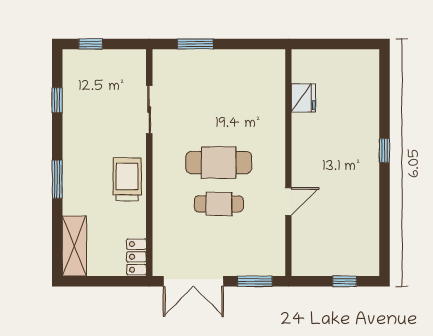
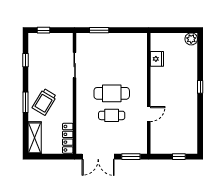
plant: (368, 60) -> (191, 39), added
trolley: (127, 179) -> (44, 102), moved, turned -149
locker: (136, 257) -> (68, 138), width x1.53

